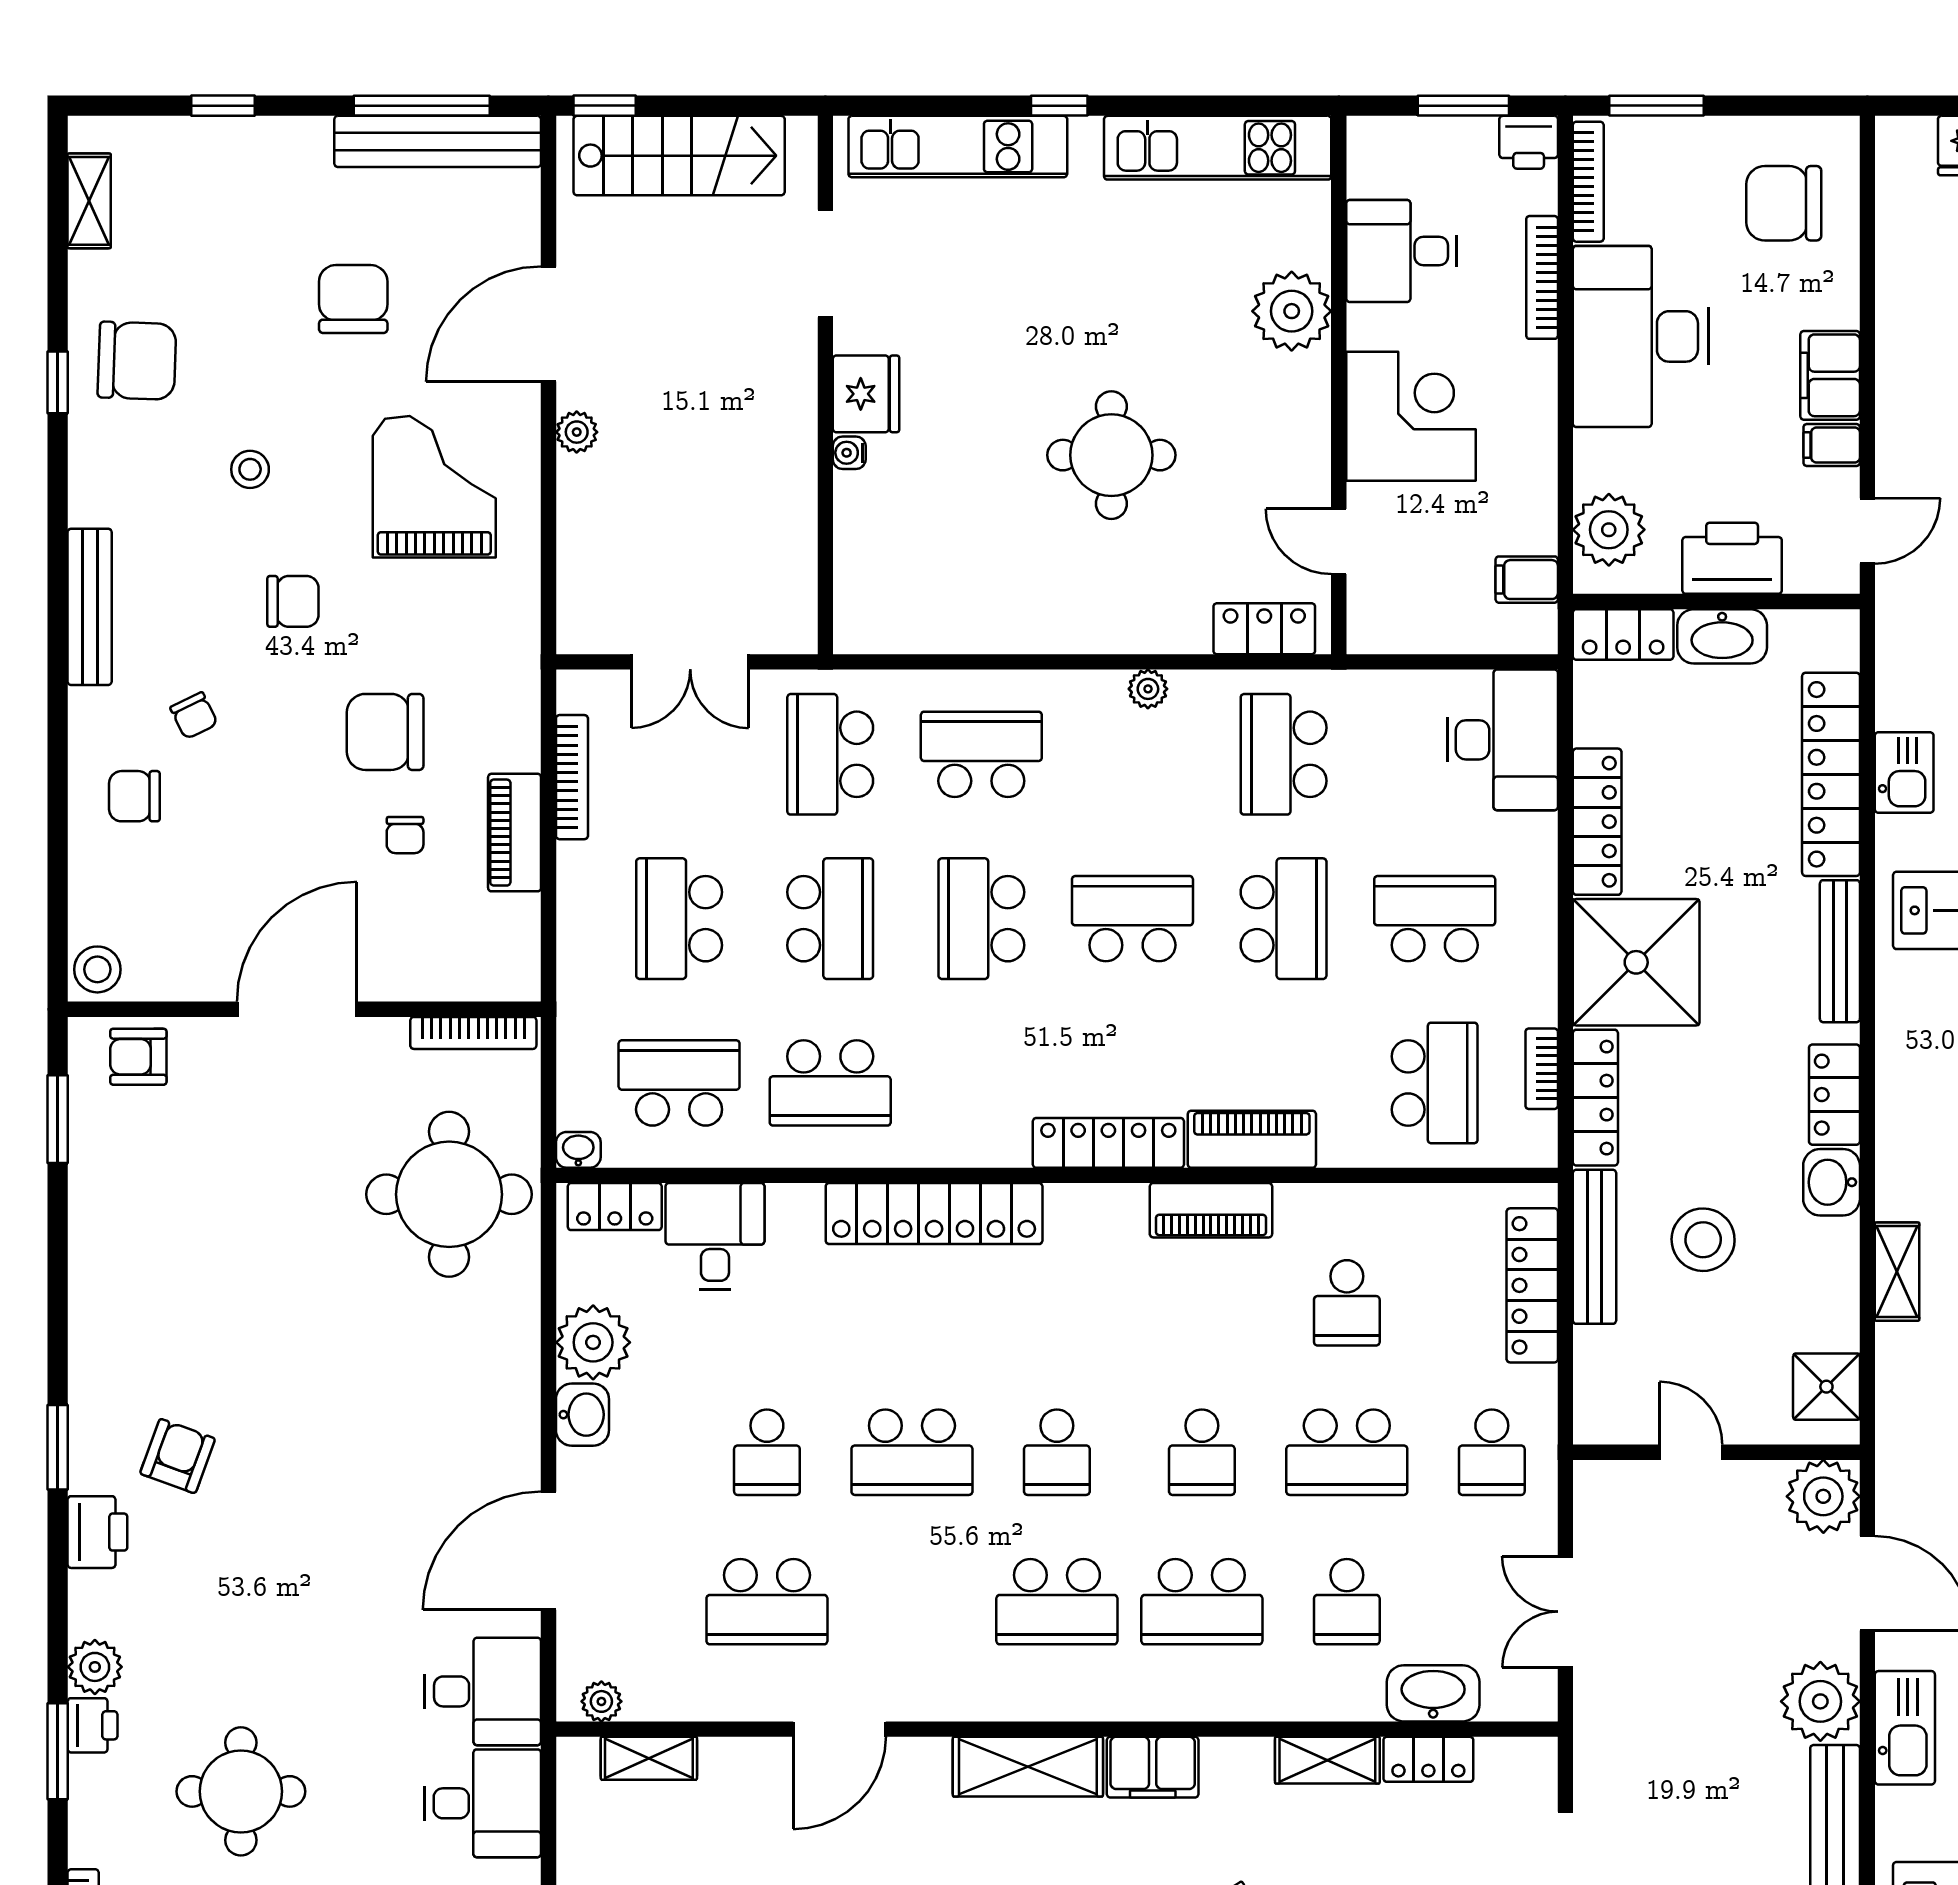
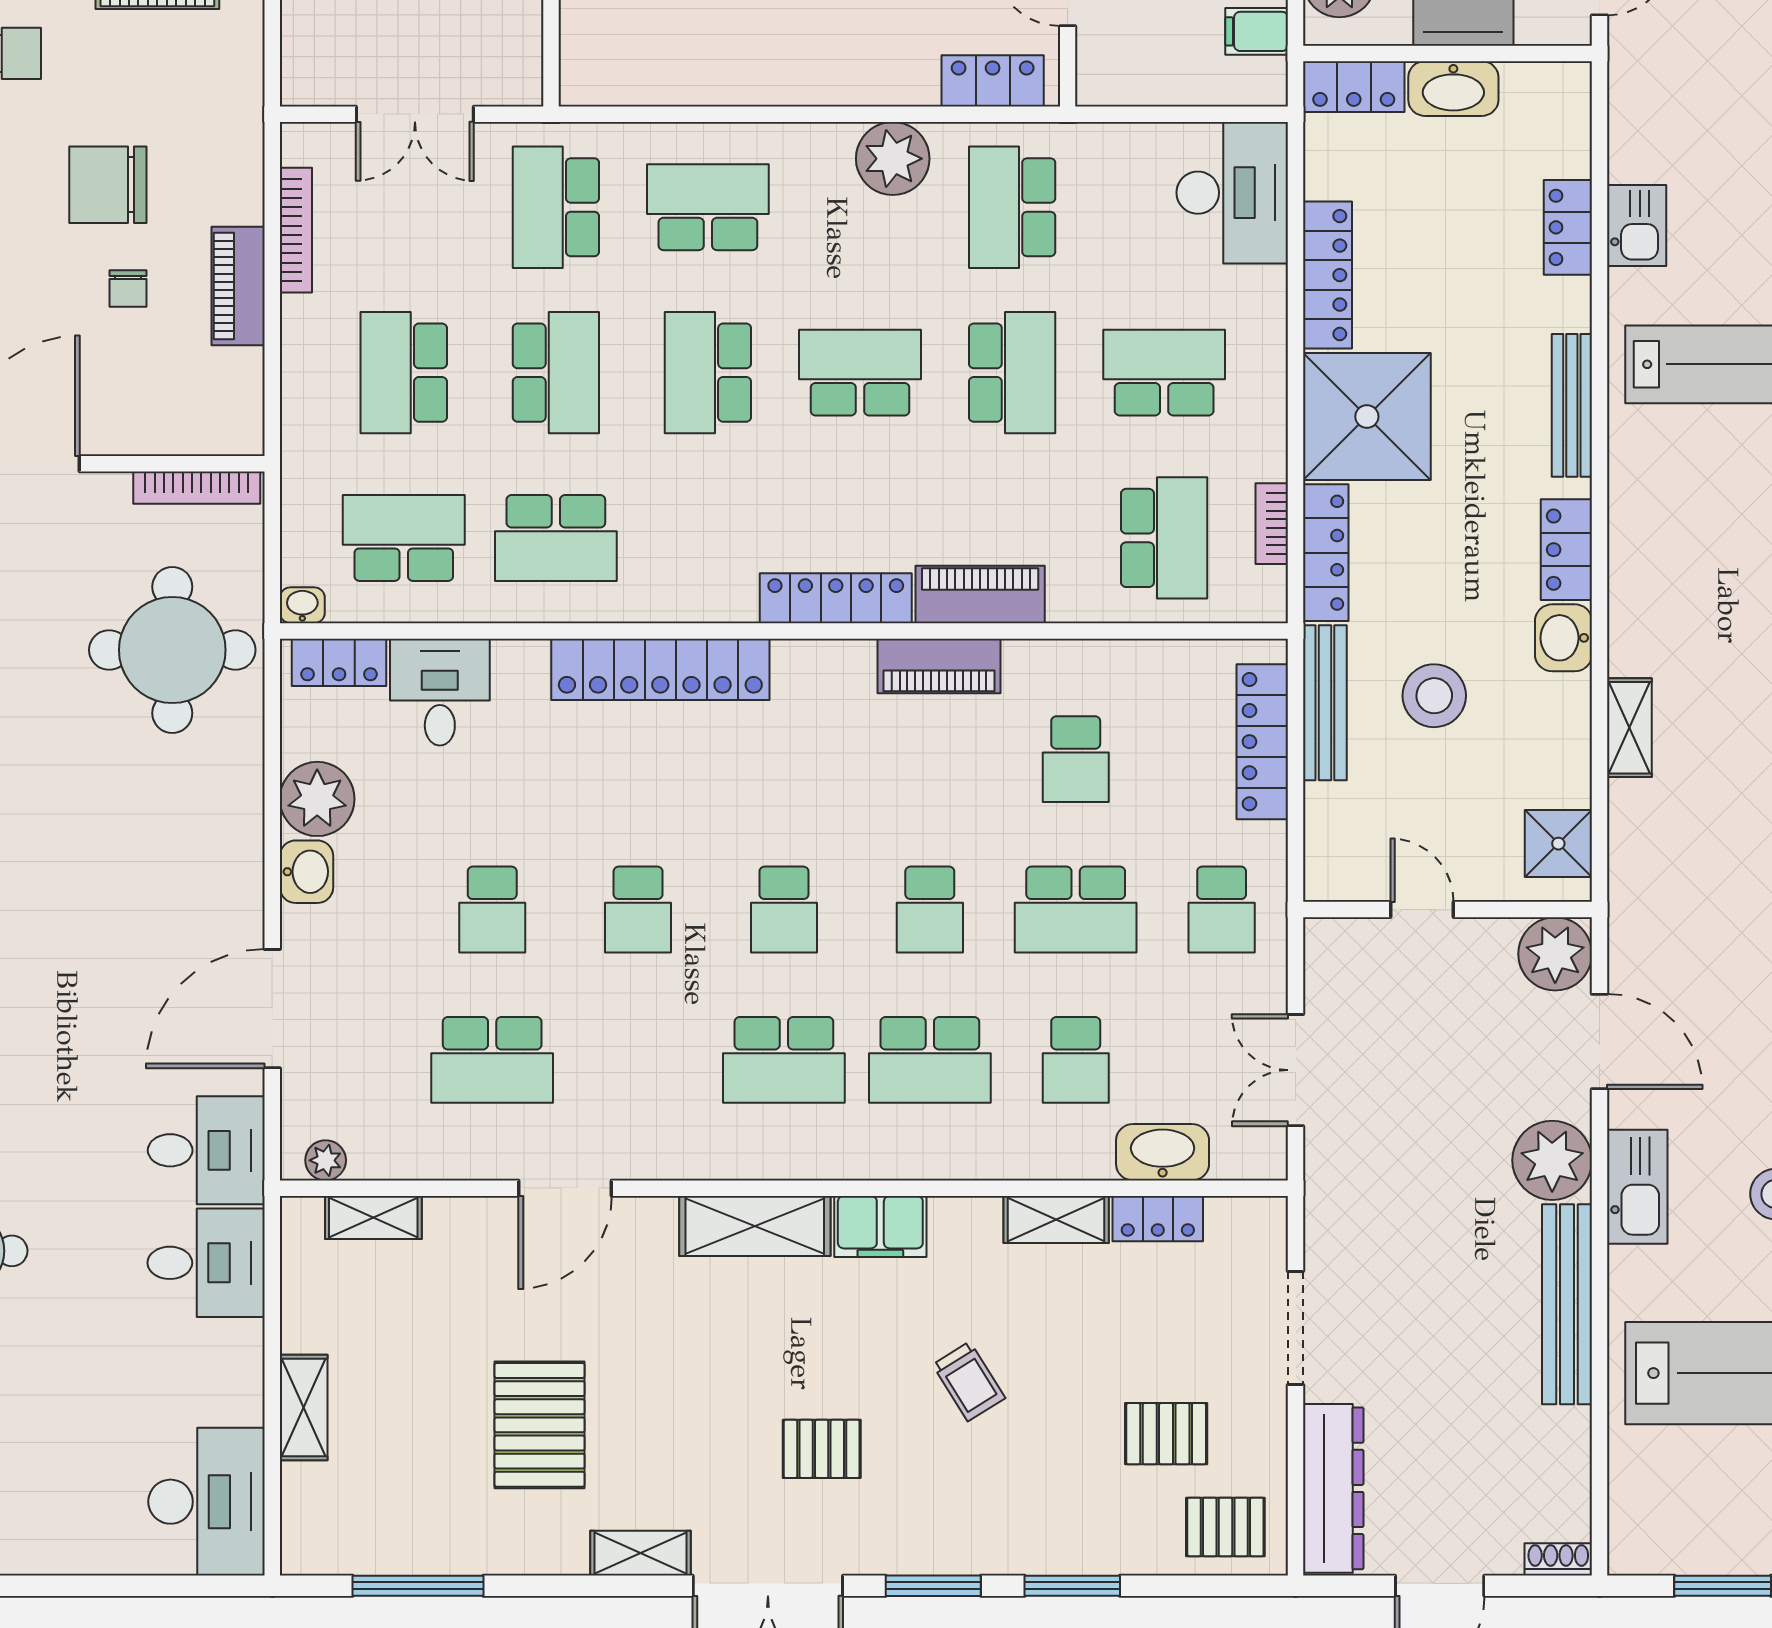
plant: (1148, 689) -> (893, 159), width x1.88, depth x1.88
locker: (1831, 774) -> (1568, 227), width x0.46, depth x0.83
school desk: (912, 1452) -> (638, 910), width x0.54

